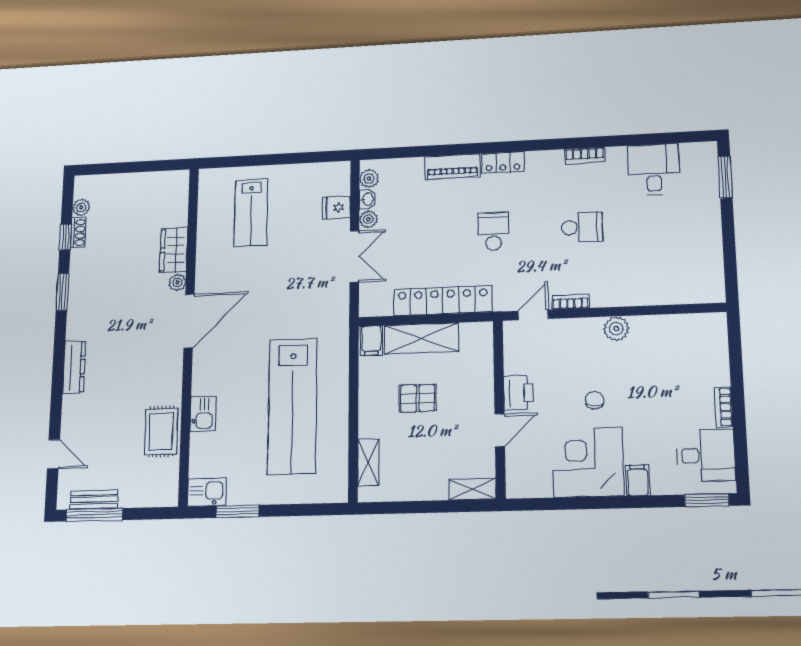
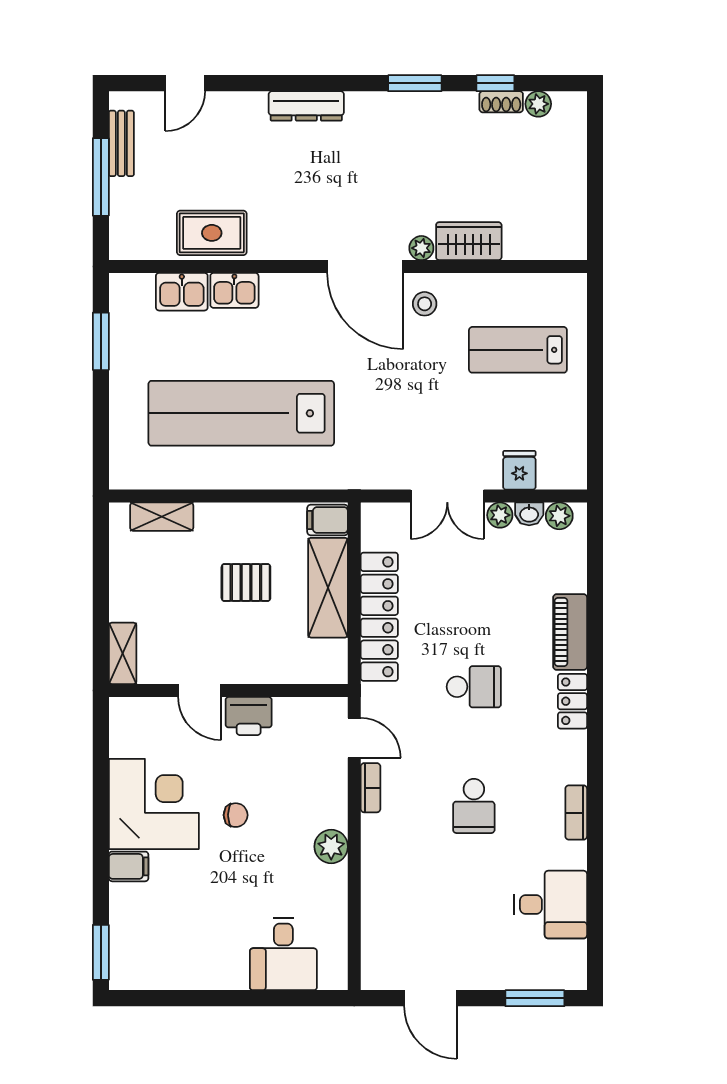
door: (729, 252) -> (430, 998), added
stool: (217, 278) -> (425, 304), added
pallet: (418, 398) -> (246, 583), turned 90
bookcase: (724, 407) -> (221, 980), removed
desk: (706, 455) -> (283, 954), moved
kitchen sink: (207, 492) -> (182, 292), moved, turned 90
window: (94, 515) -> (101, 177), moved

